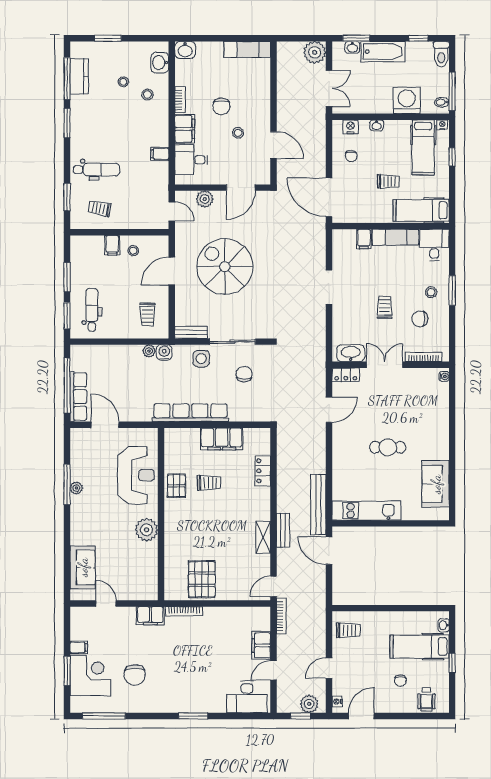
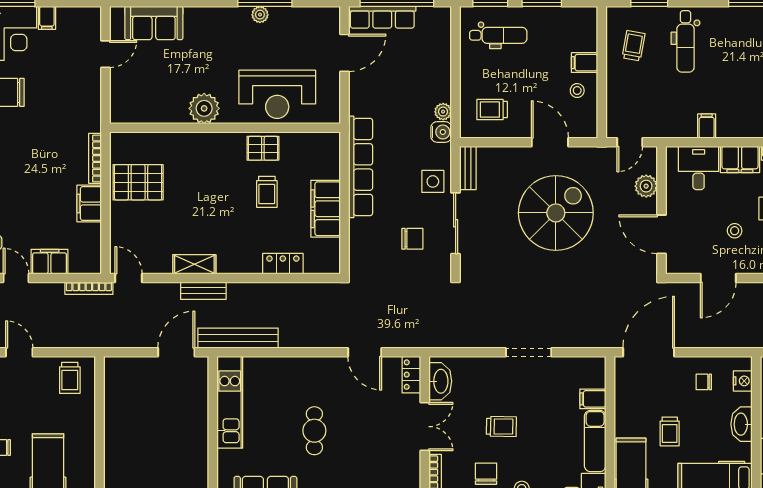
washbasin: (377, 125) -> (741, 424), width x1.91, depth x1.45
filing cabinet: (150, 616) -> (89, 203), moved

